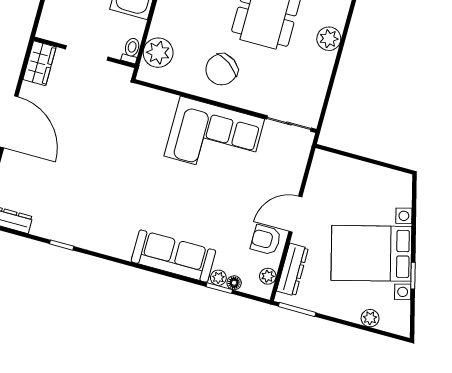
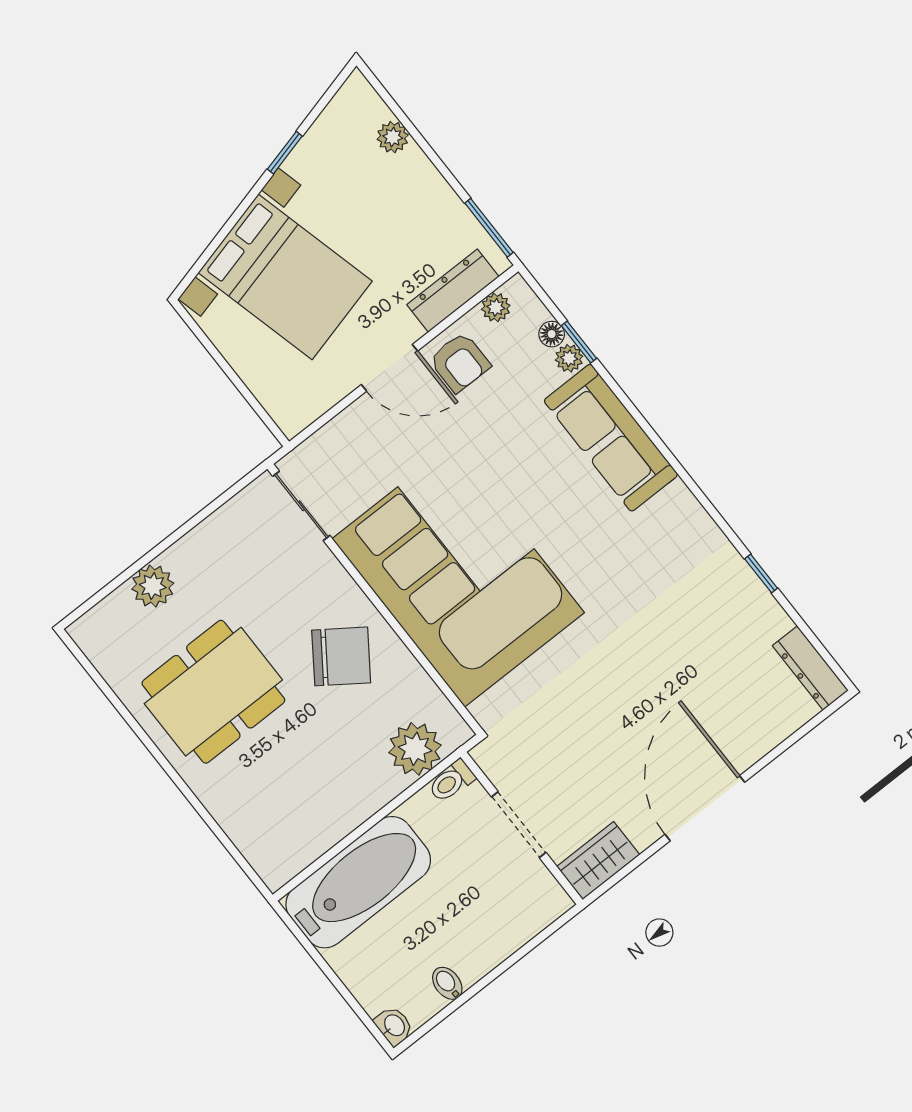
corner sofa: (214, 138) -> (458, 576), width x1.36, depth x1.36
bed with nightstands: (371, 253) -> (285, 277), moved

